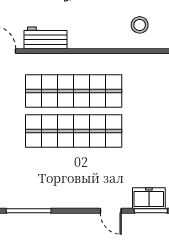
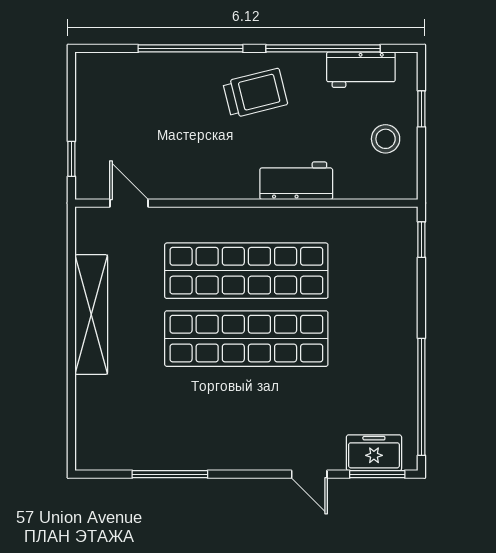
stool: (140, 25) -> (386, 139), moved
workbench: (46, 38) -> (296, 181), moved

